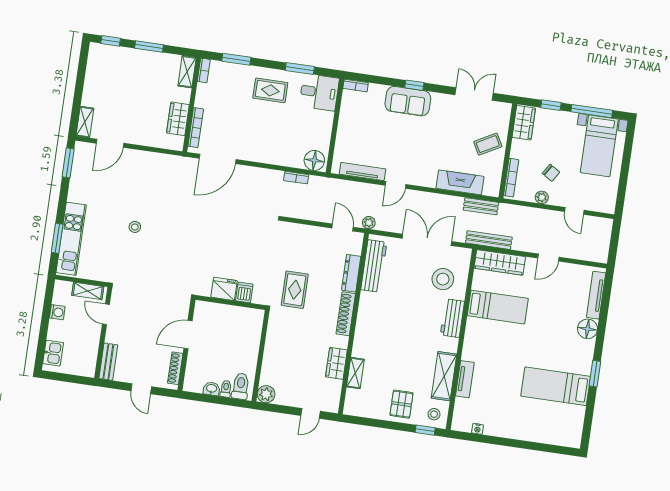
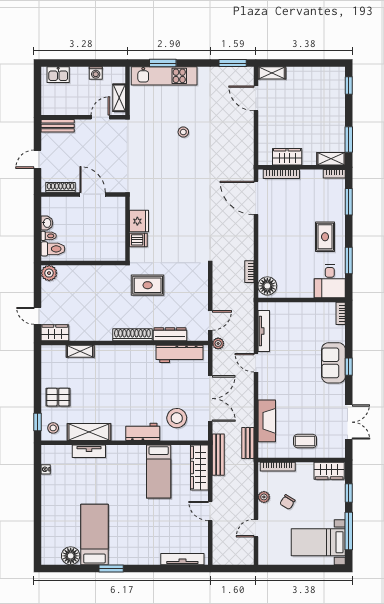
window: (149, 47) -> (349, 140), moved
coffee table: (488, 144) -> (305, 441), turned -61
floor lamp: (588, 329) -> (71, 556), moved
wardrobe: (336, 363) -> (55, 333), moved

